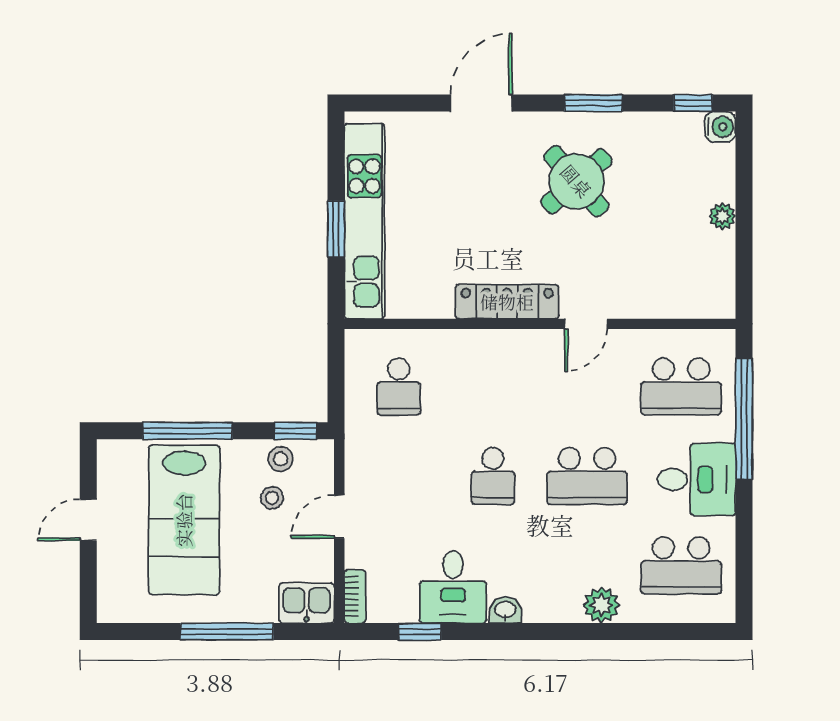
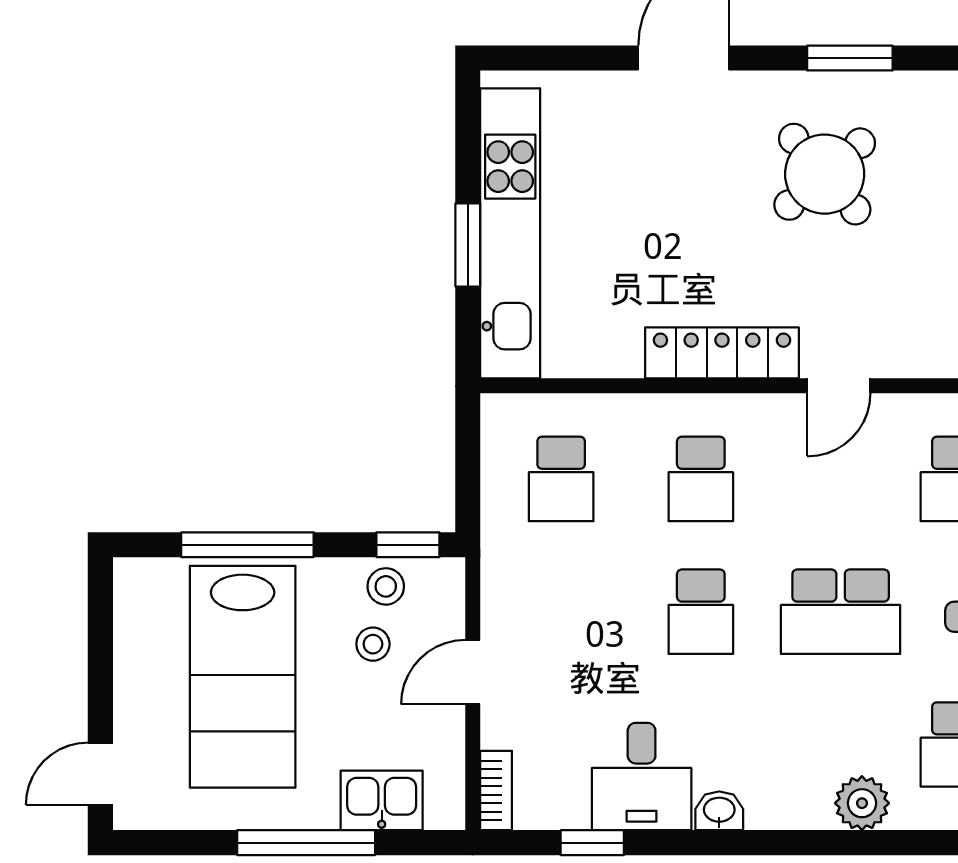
school desk: (493, 387) -> (701, 479), added
door: (88, 520) -> (100, 774), moved
kitchen sink: (307, 603) -> (382, 800), moved

